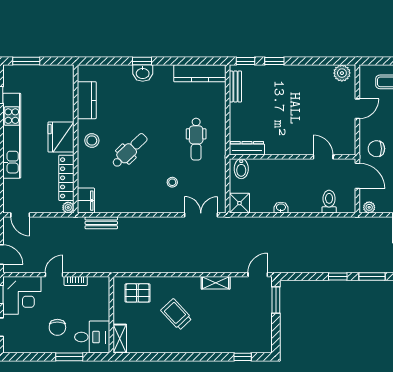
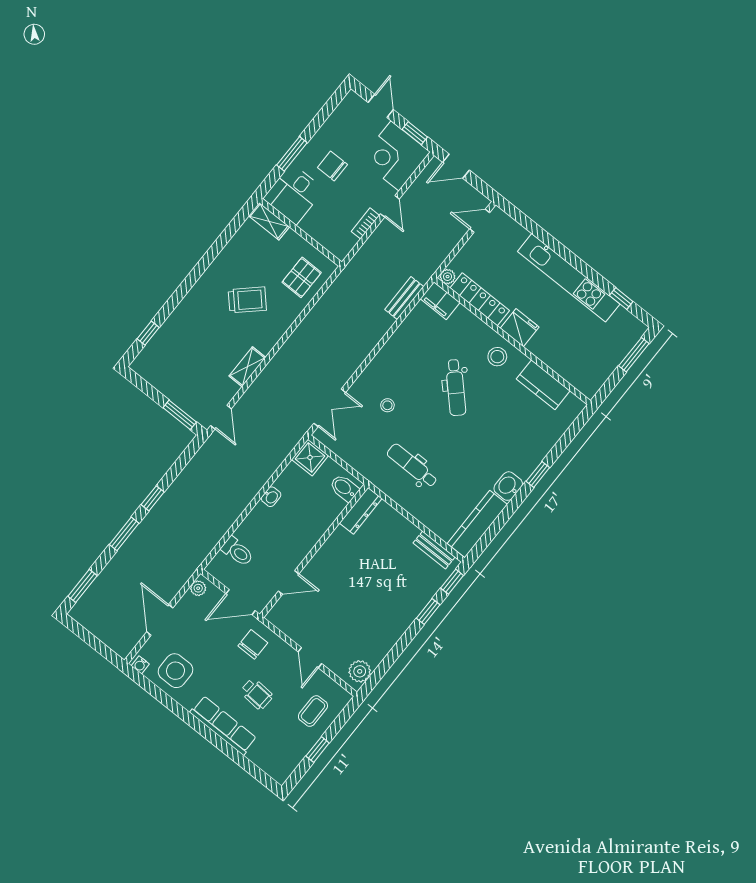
washbasin: (143, 73) -> (508, 486), moved
fridge: (61, 137) -> (520, 328), width x0.73, depth x0.75

